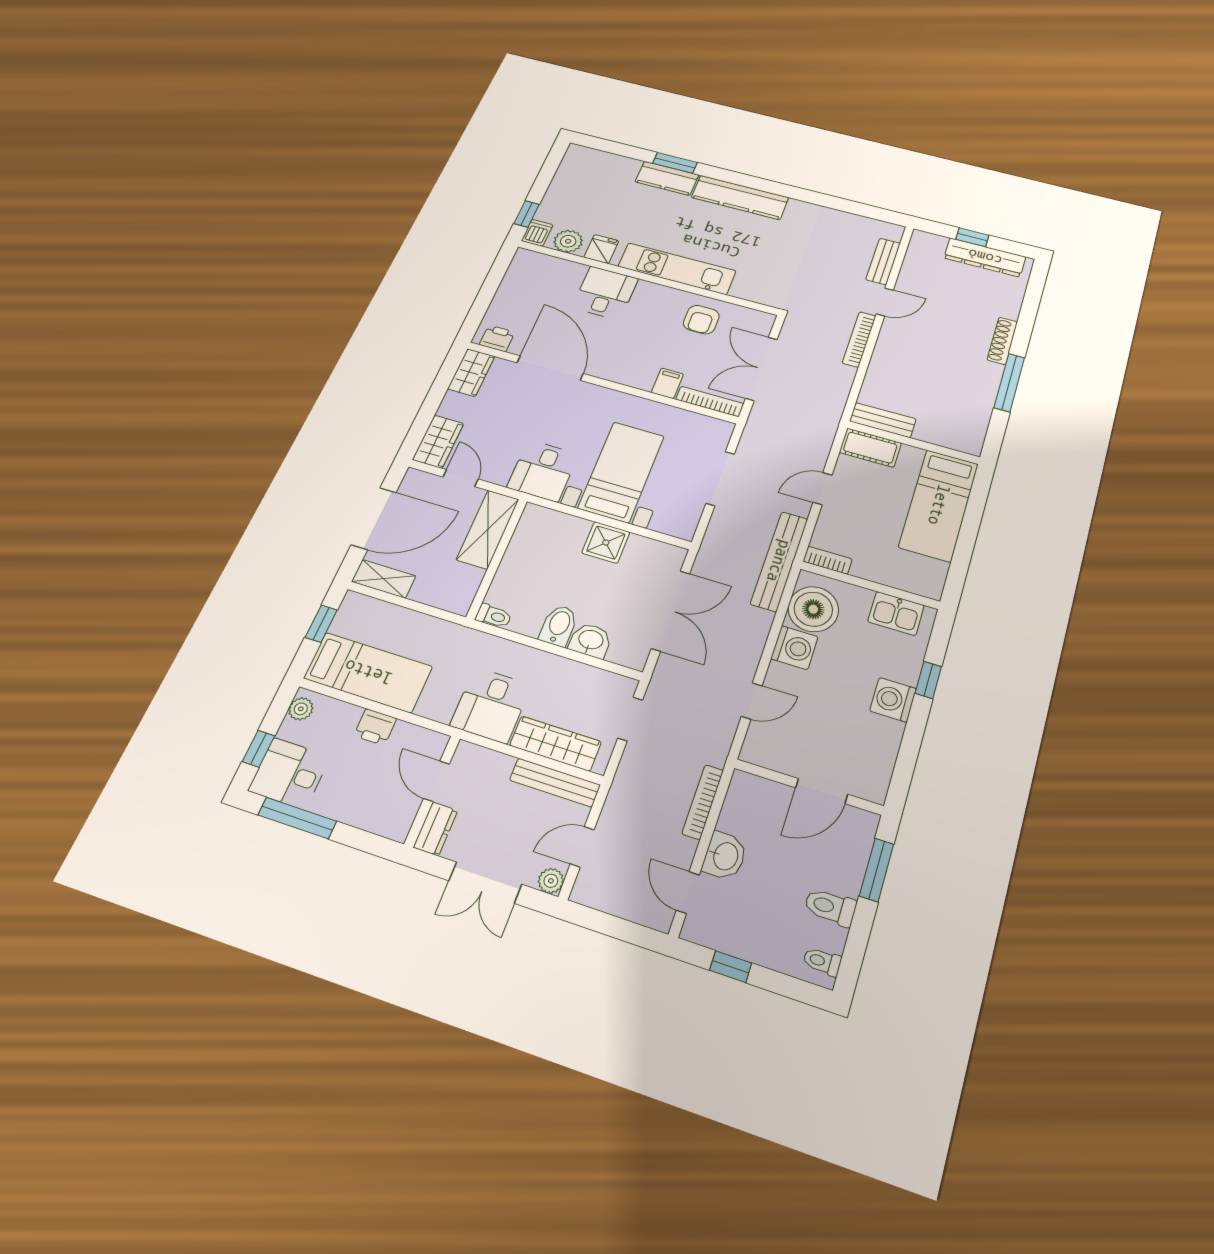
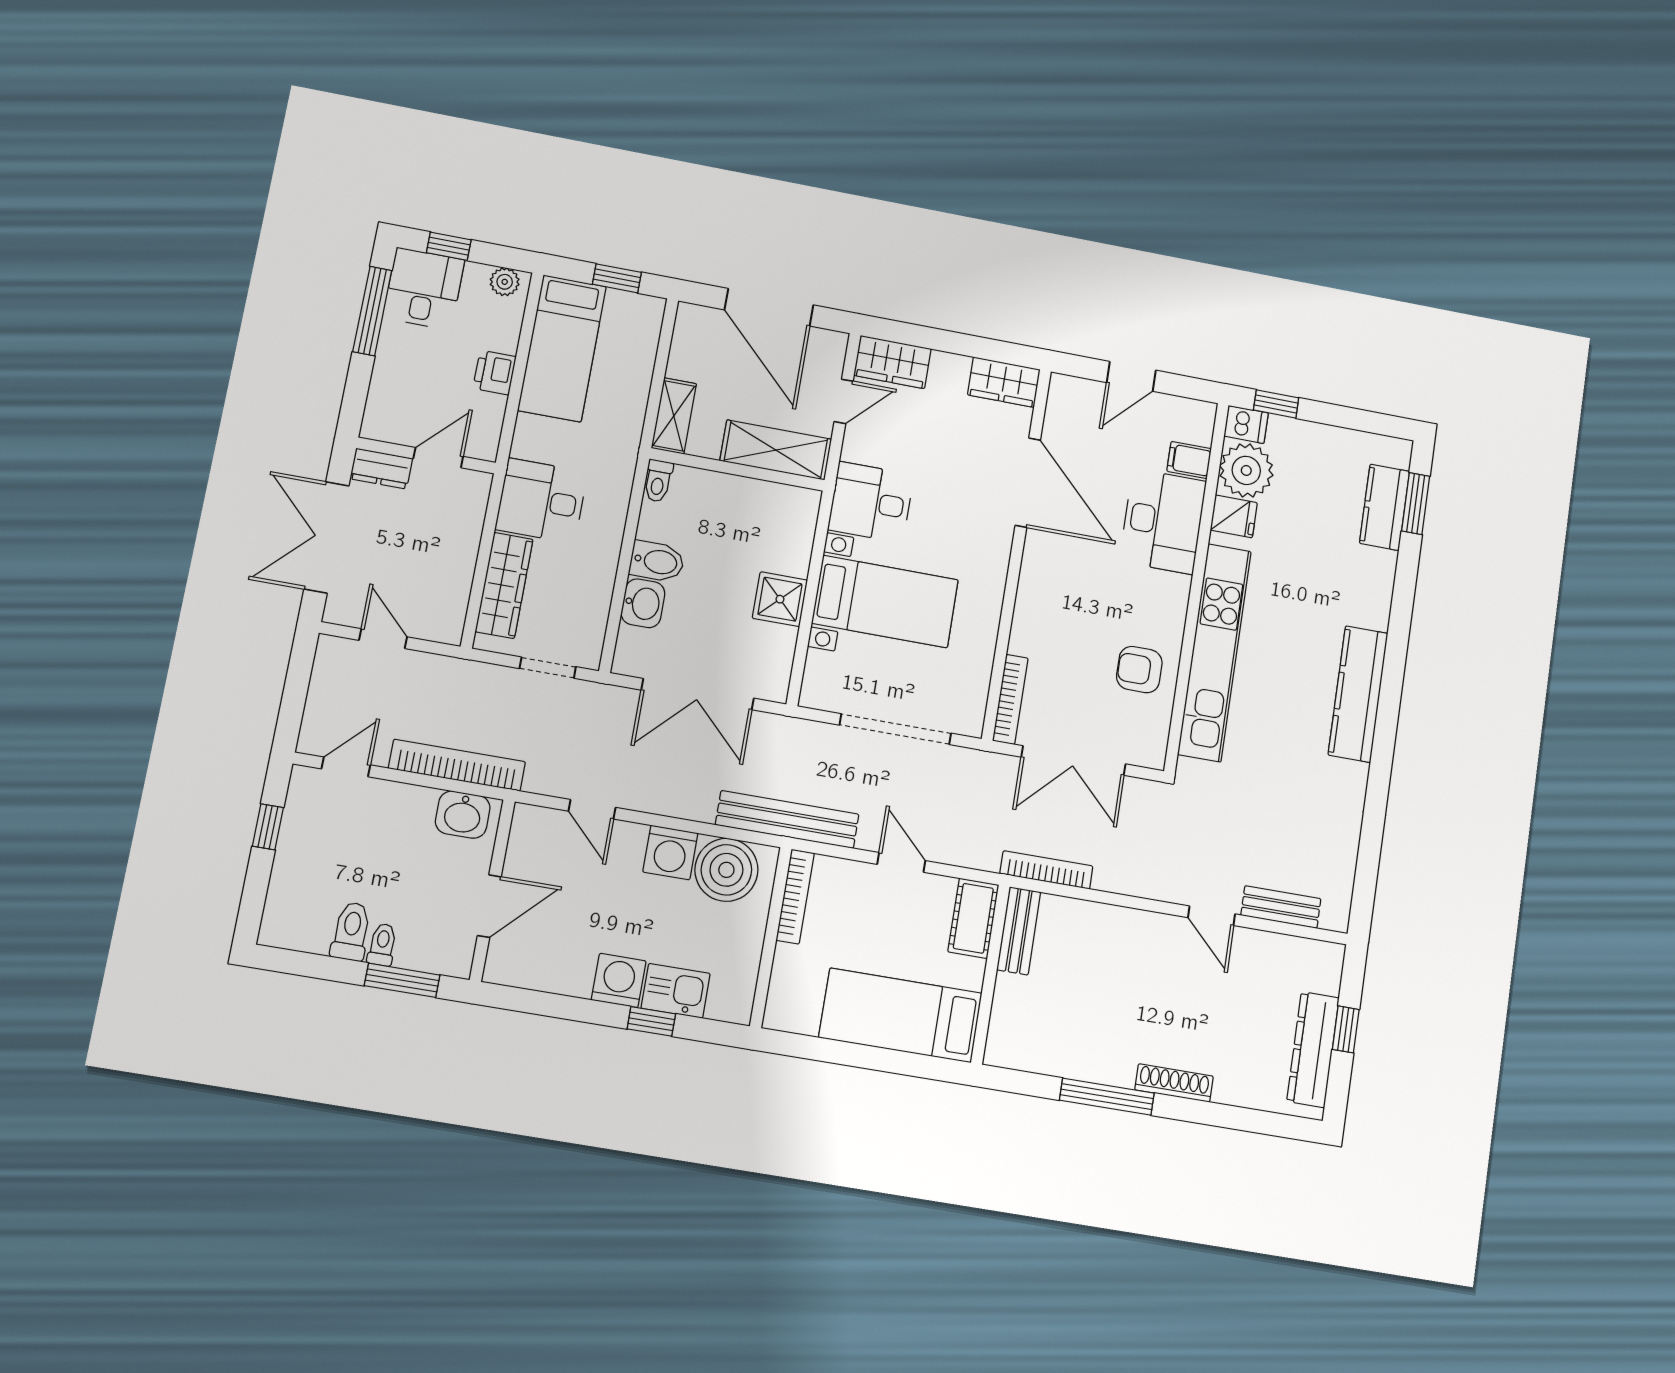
window: (675, 163) -> (1416, 504), moved
kitchen counter: (667, 178) -> (1385, 507), moved
plant: (568, 241) -> (1246, 470), width x1.36, depth x1.36
kitchen unit: (677, 269) -> (1214, 652), width x1.36
desk: (605, 293) -> (1163, 521), width x1.37
door: (486, 294) -> (1131, 376), added
printer: (497, 338) -> (1063, 405), removed
bookcase: (859, 339) -> (1046, 870), moved
door: (550, 368) -> (1028, 483), hinge flipped
double door: (761, 369) -> (1073, 761), swing flipped
filing cabinet: (667, 383) -> (1189, 460), moved, turned 180
doorway: (720, 479) -> (895, 729), width x1.36
bookcase: (828, 560) -> (795, 897), width x1.56
shelving: (384, 579) -> (674, 416), moved
kitchen sink: (896, 613) -> (676, 991), moved, turned 90
bench: (555, 783) -> (456, 594), removed
door: (822, 791) -> (489, 906), swing flipped
bookcase: (703, 802) -> (457, 765), width x1.48, depth x1.31
washbasin: (725, 856) -> (463, 815), moved
plant: (551, 881) -> (338, 610), removed
double door: (485, 883) -> (326, 537), width x1.37
toilet: (822, 962) -> (382, 945), moved

